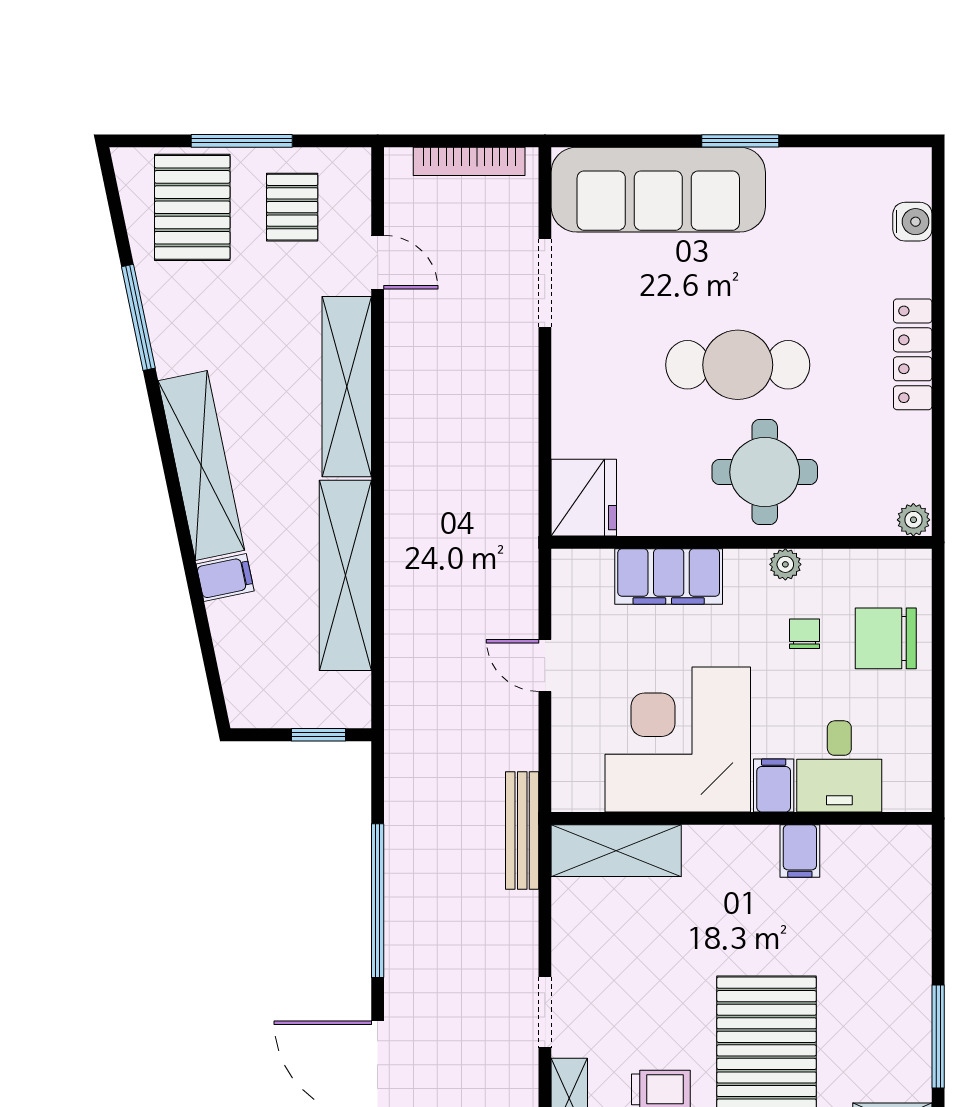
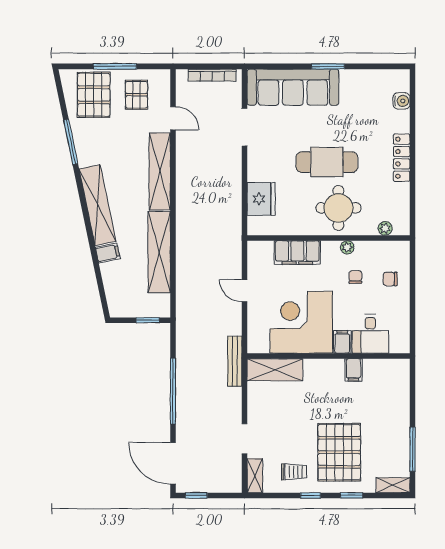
fridge: (584, 498) -> (261, 199), moved
plant: (913, 520) -> (385, 228), moved
chair: (886, 638) -> (390, 279), width x0.54, depth x0.54

